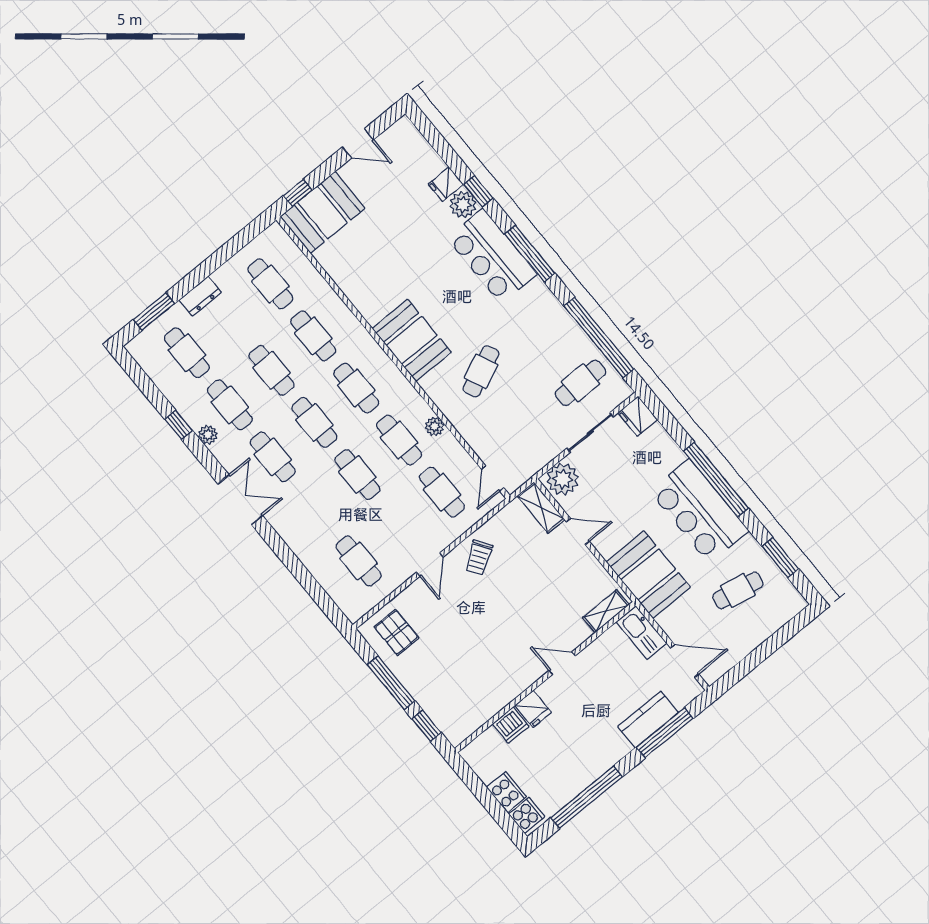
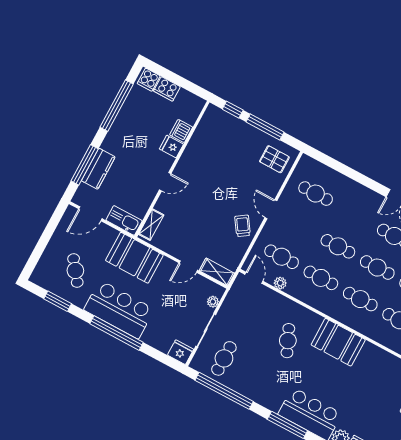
plant: (435, 426) -> (280, 283), moved
plant: (563, 479) -> (213, 302), width x0.53, depth x0.53
cafe table: (738, 590) -> (75, 271), turned -48

